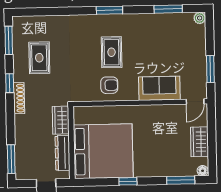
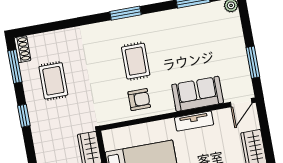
shoe rack: (19, 98) -> (22, 49), moved, width x0.70
tv unit: (153, 111) -> (194, 121), added

